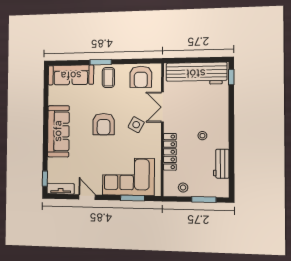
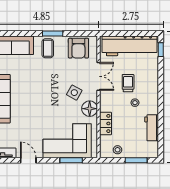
window: (101, 62) -> (53, 34), moved
double door: (162, 107) -> (99, 76), swing flipped
trolley: (195, 114) -> (128, 83), added
armchair: (104, 124) -> (43, 92), removed
floor lamp: (153, 142) -> (90, 109), added
locker: (170, 152) -> (106, 123), width x0.66

